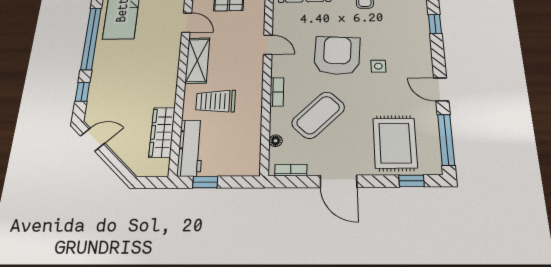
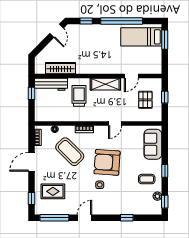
armchair: (337, 56) -> (107, 162), turned 180
rug: (395, 143) -> (53, 191), width x0.73, depth x0.70

